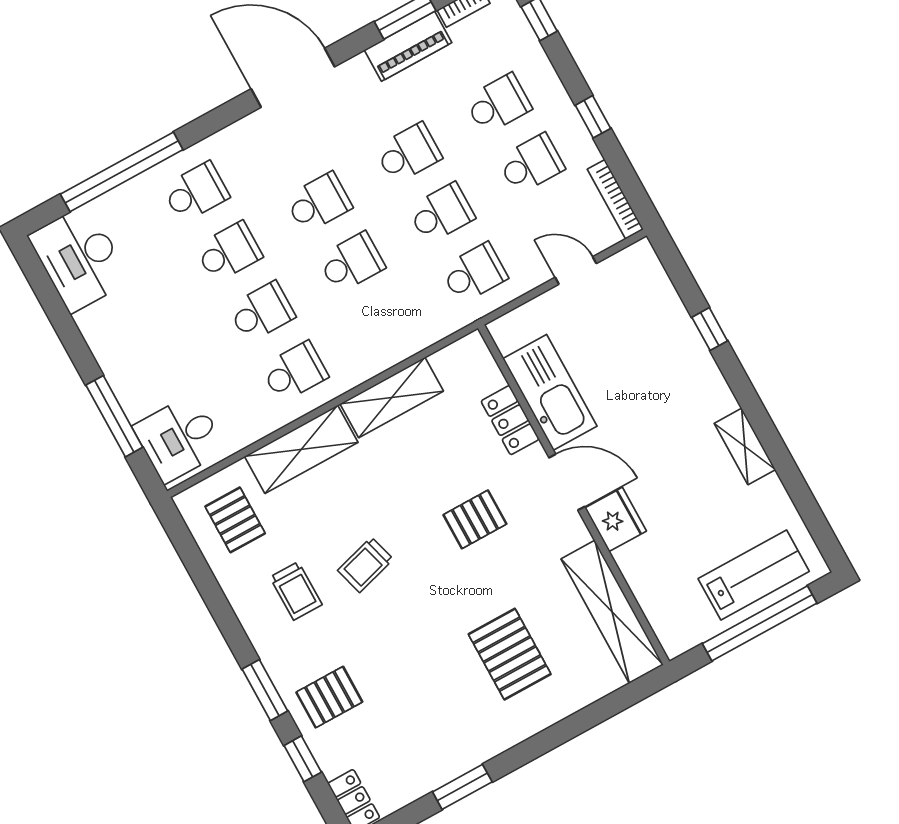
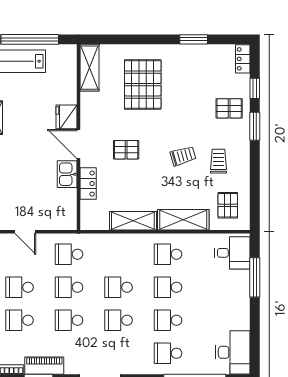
kitchen sink: (550, 392) -> (67, 174), width x0.53, depth x0.81
shelving: (612, 612) -> (89, 68), width x0.68
pallet: (510, 654) -> (143, 85), width x1.37, depth x1.41

